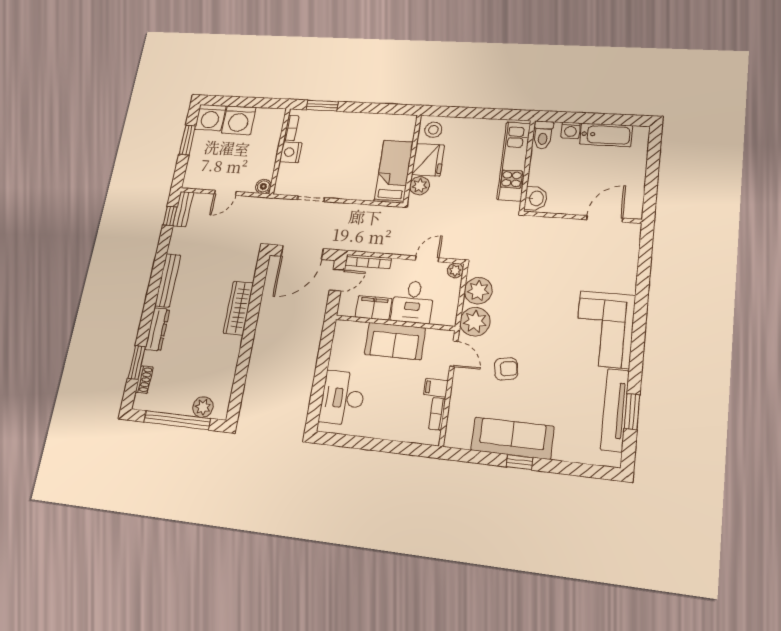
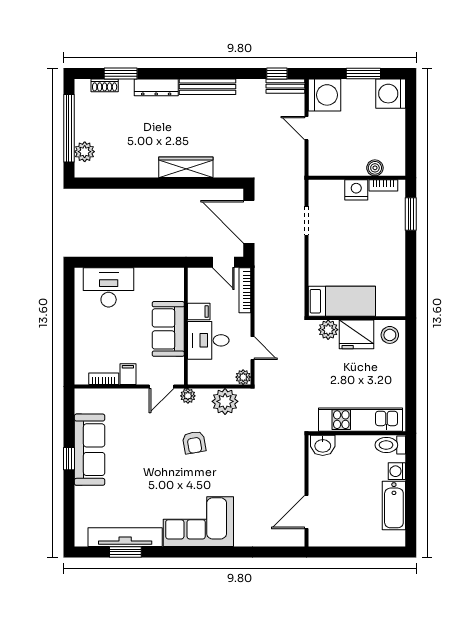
washing machine: (239, 120) -> (324, 95), moved, turned 180
boiler: (263, 186) -> (375, 168), moved
door: (605, 219) -> (306, 512), swing flipped
filing cabinet: (374, 308) -> (199, 312), width x0.50
plant: (475, 322) -> (188, 396), width x0.53, depth x0.53
armchair: (506, 369) -> (194, 442), moved

